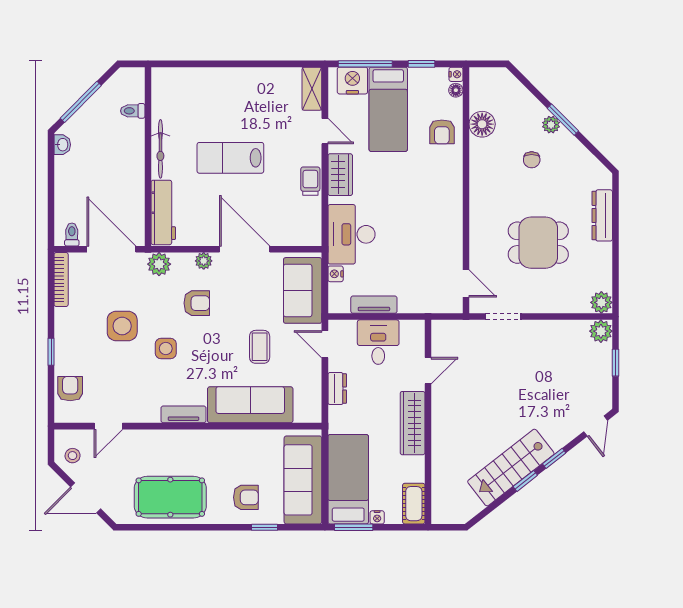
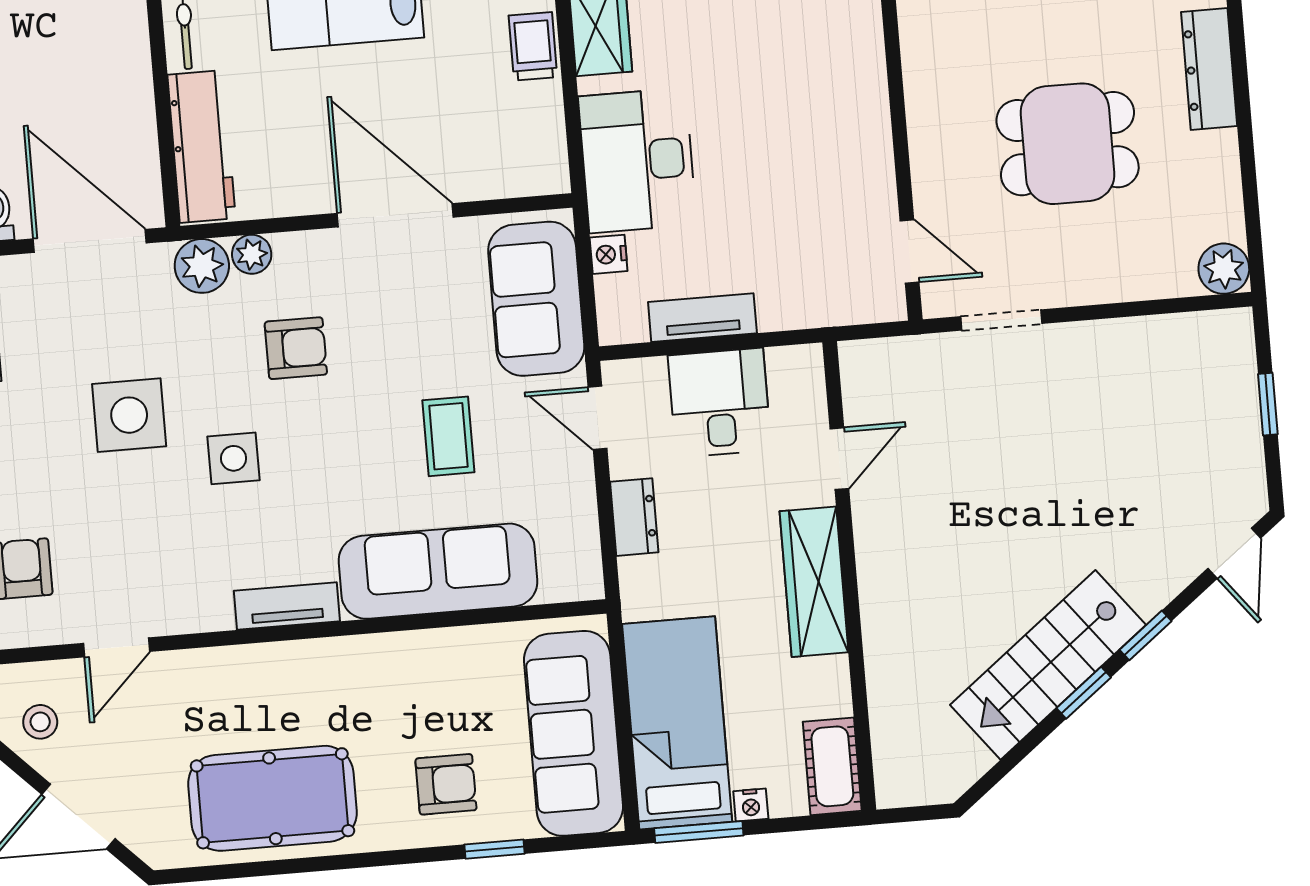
plant: (204, 261) -> (252, 254), moved
plant: (601, 331) -> (1228, 335), removed

